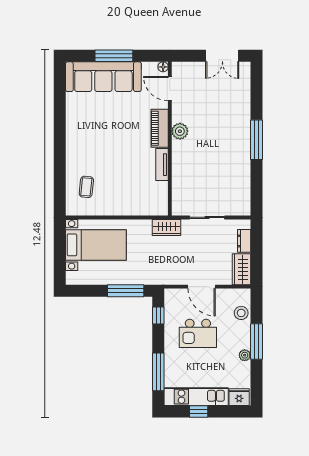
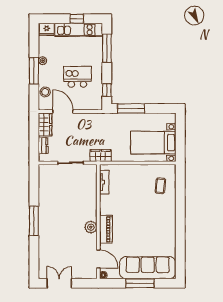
tv unit: (162, 165) -> (104, 182), moved
door: (202, 287) -> (63, 112), moved

